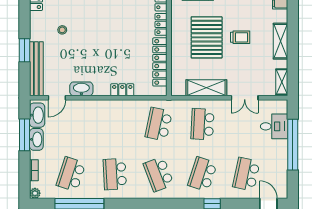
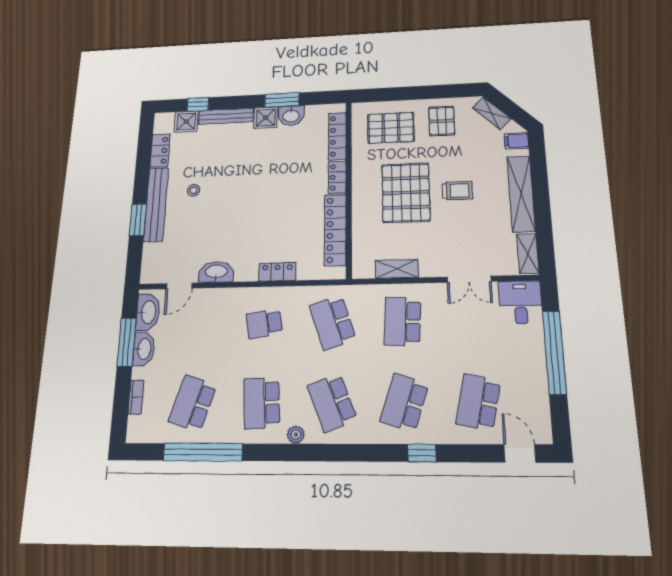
shelving: (280, 41) -> (521, 194), width x1.47
bench: (36, 69) -> (156, 204), moved
shelving: (206, 88) -> (397, 269), width x0.67, depth x0.75
school desk: (115, 124) -> (264, 324), added
school desk: (159, 124) -> (333, 323), turned -30
desk: (274, 126) -> (520, 302), moved, turned -90
plant: (35, 193) -> (296, 435), moved

